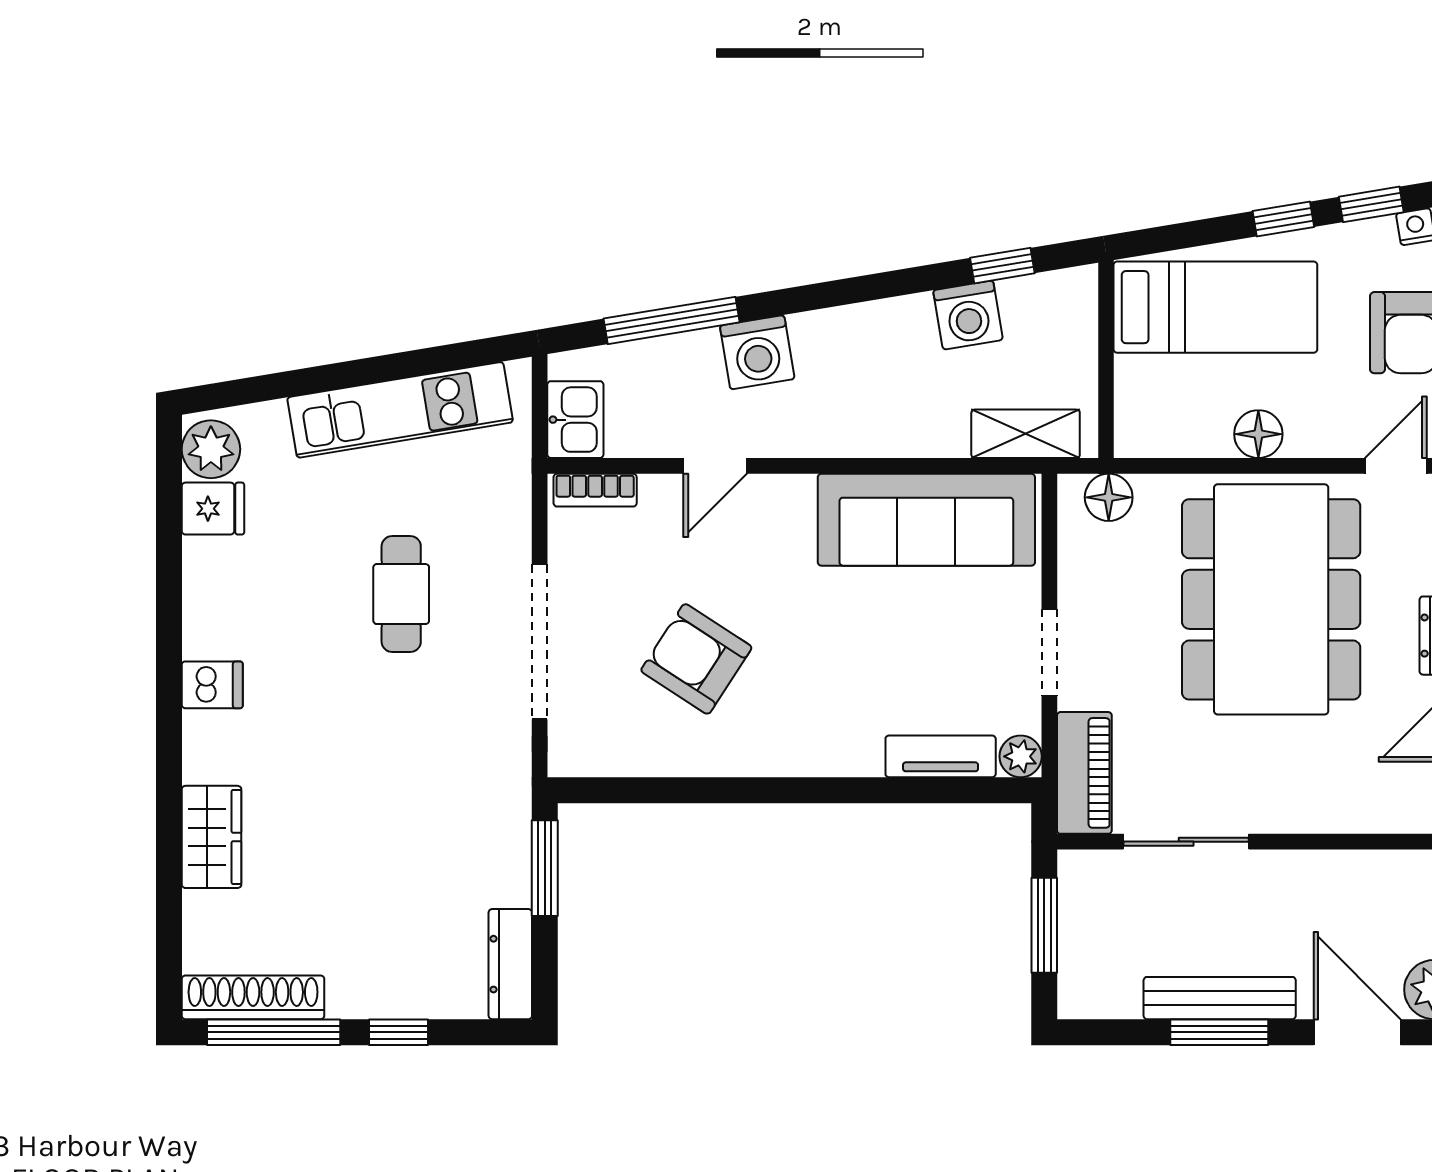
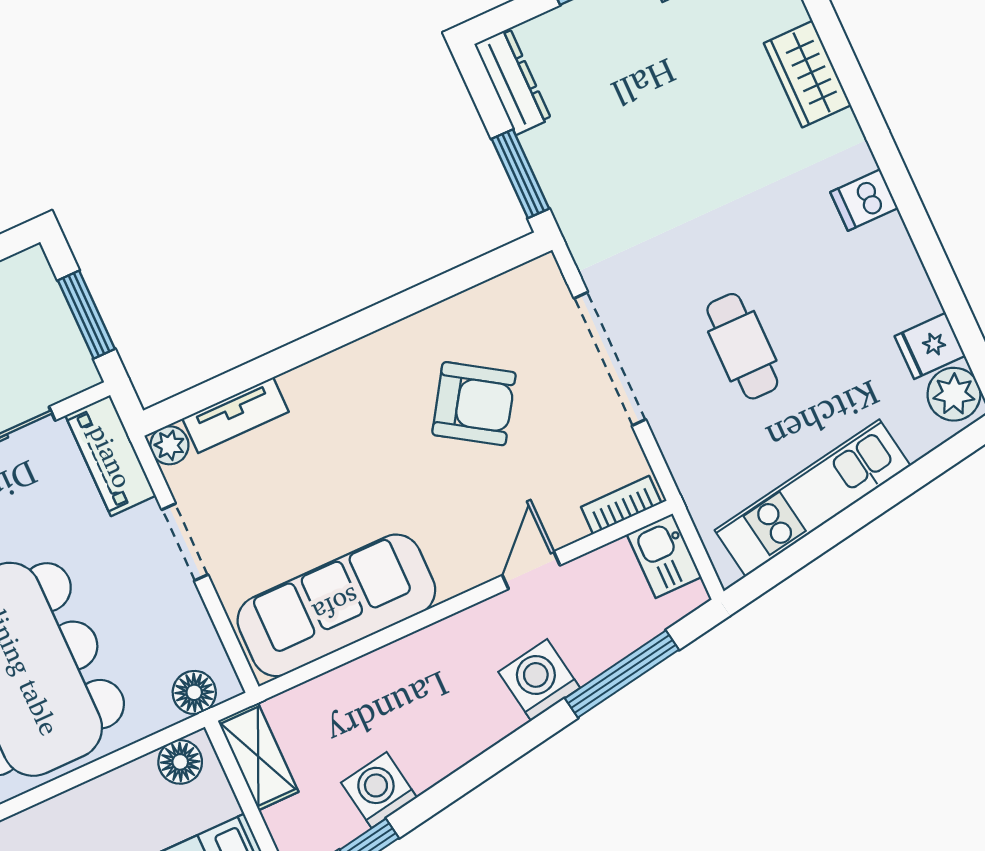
shelving: (1026, 434) -> (258, 756), moved, turned 90
floor lamp: (1258, 434) -> (180, 762), moved

